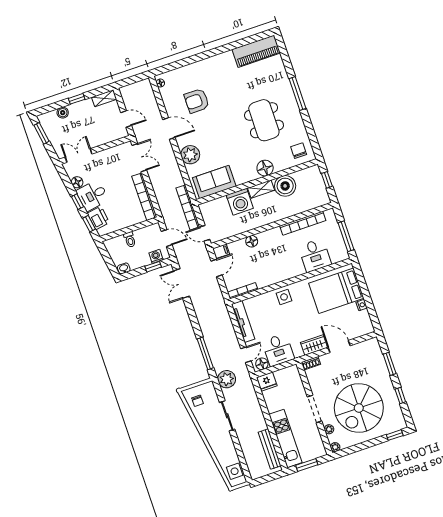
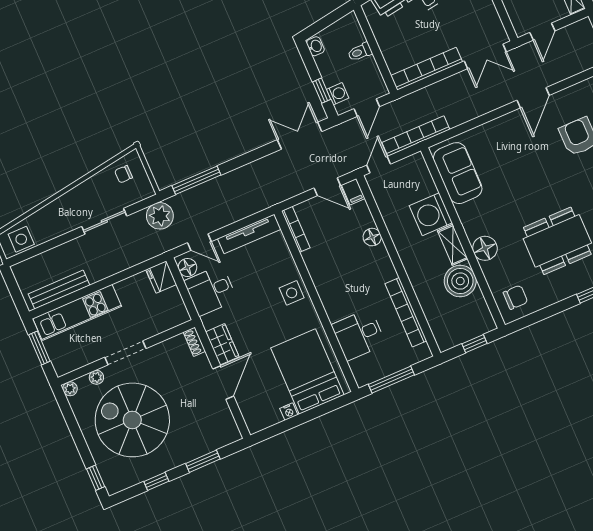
plant: (190, 155) -> (496, 133), removed

